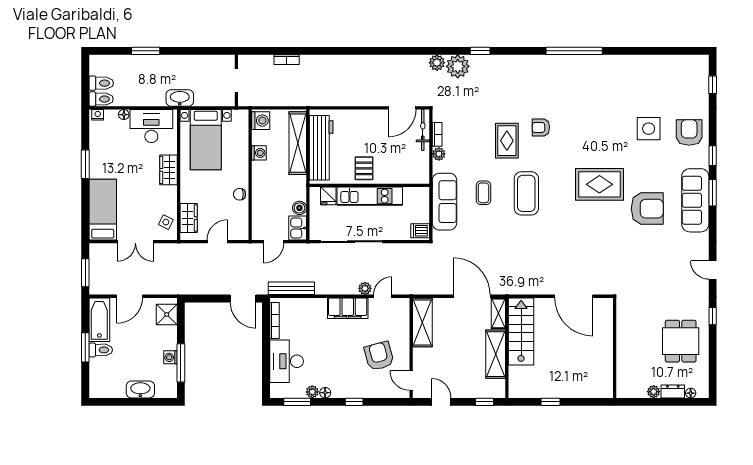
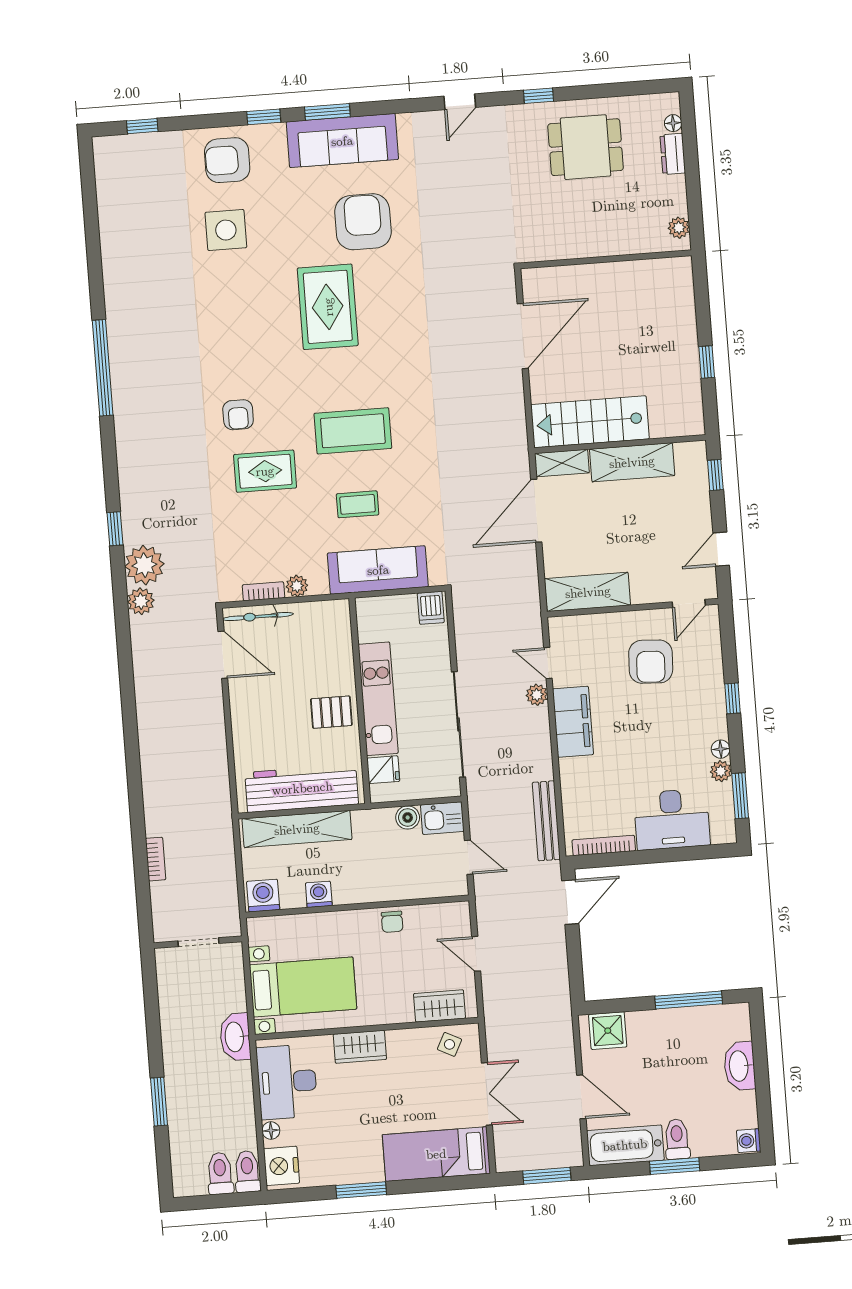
nightstand: (98, 115) -> (281, 1166), width x1.89, depth x1.79
armchair: (379, 356) -> (651, 662), turned -72
washing machine: (171, 357) -> (749, 1141), moved, turned 90
plant: (654, 392) -> (679, 228), moved

